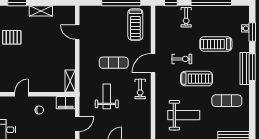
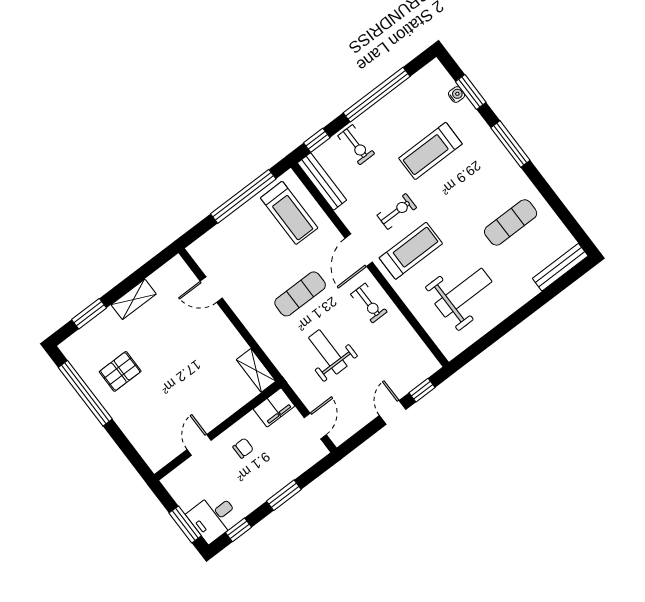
bench: (245, 68) -> (322, 181), moved
treadmill: (197, 79) -> (411, 251), moved

